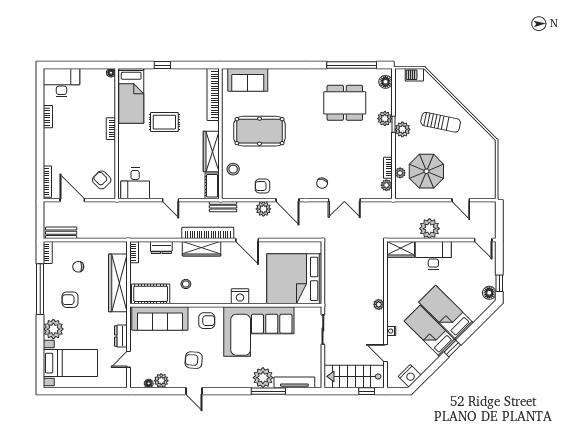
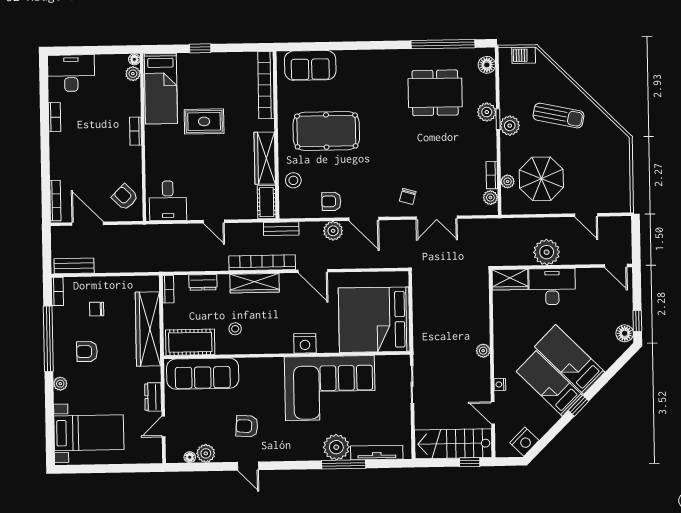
plant: (110, 84) -> (133, 74), added
armchair: (207, 321) -> (263, 375), removed
plant: (53, 329) -> (60, 384), width x0.53, depth x0.53

